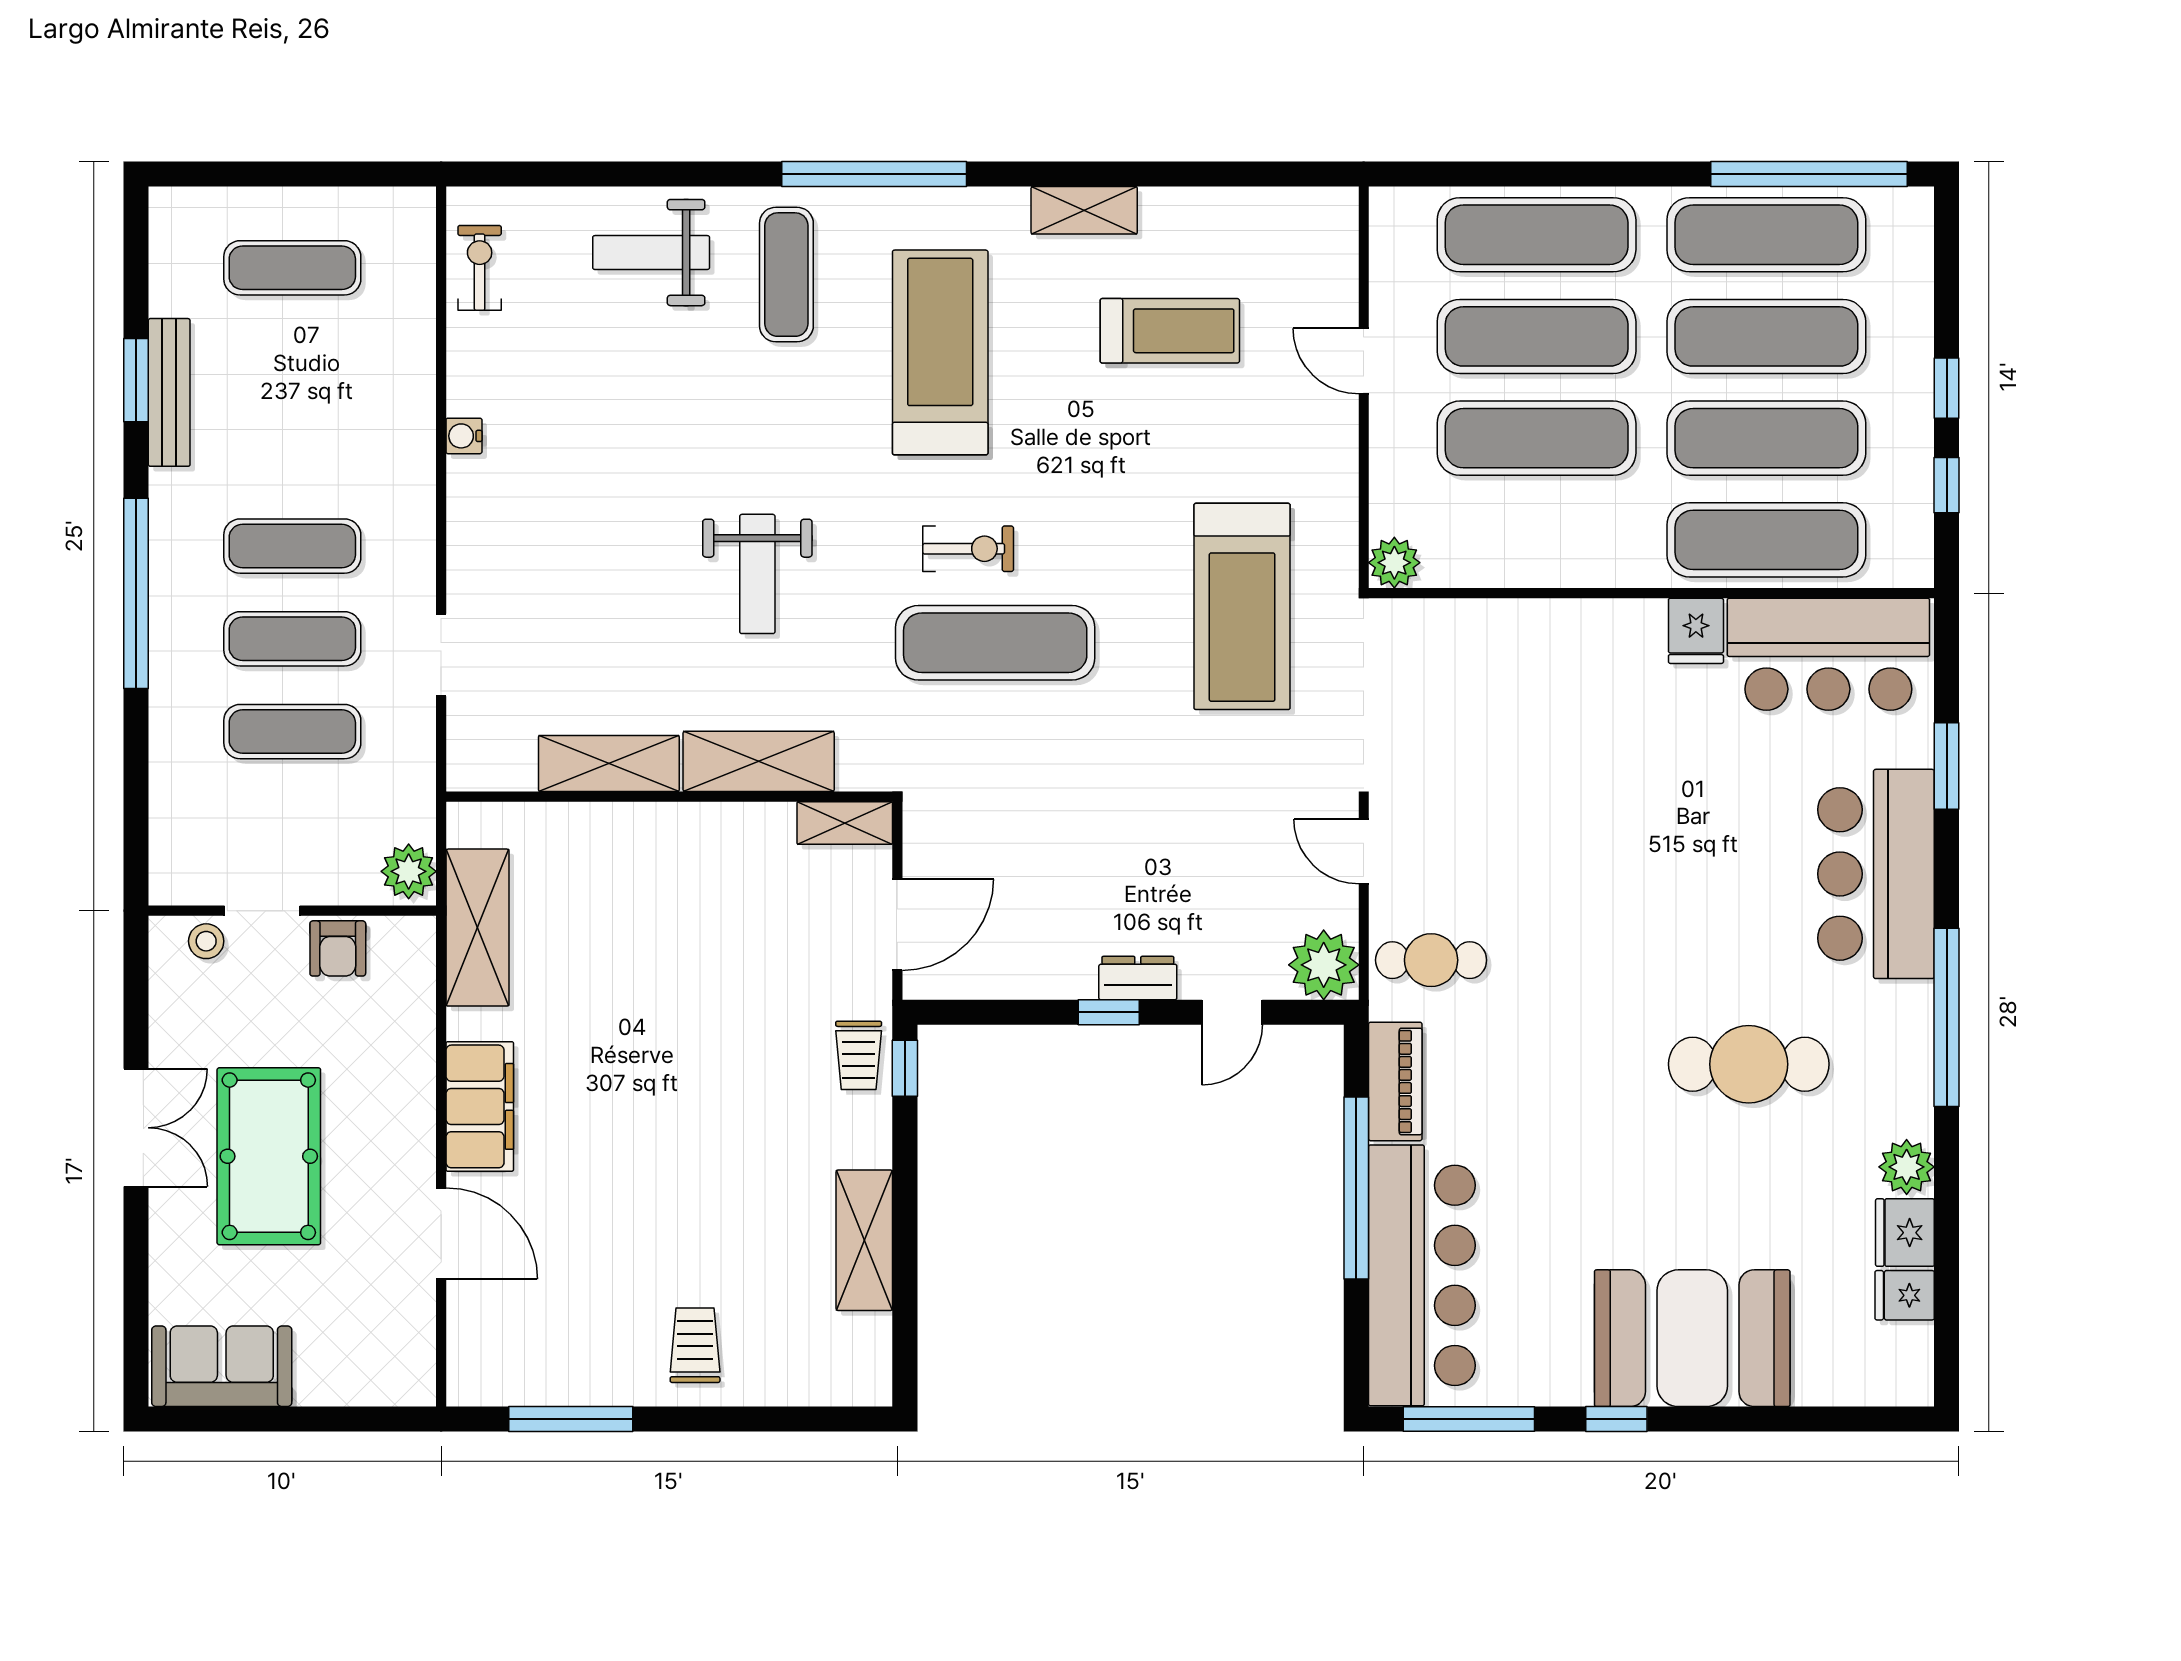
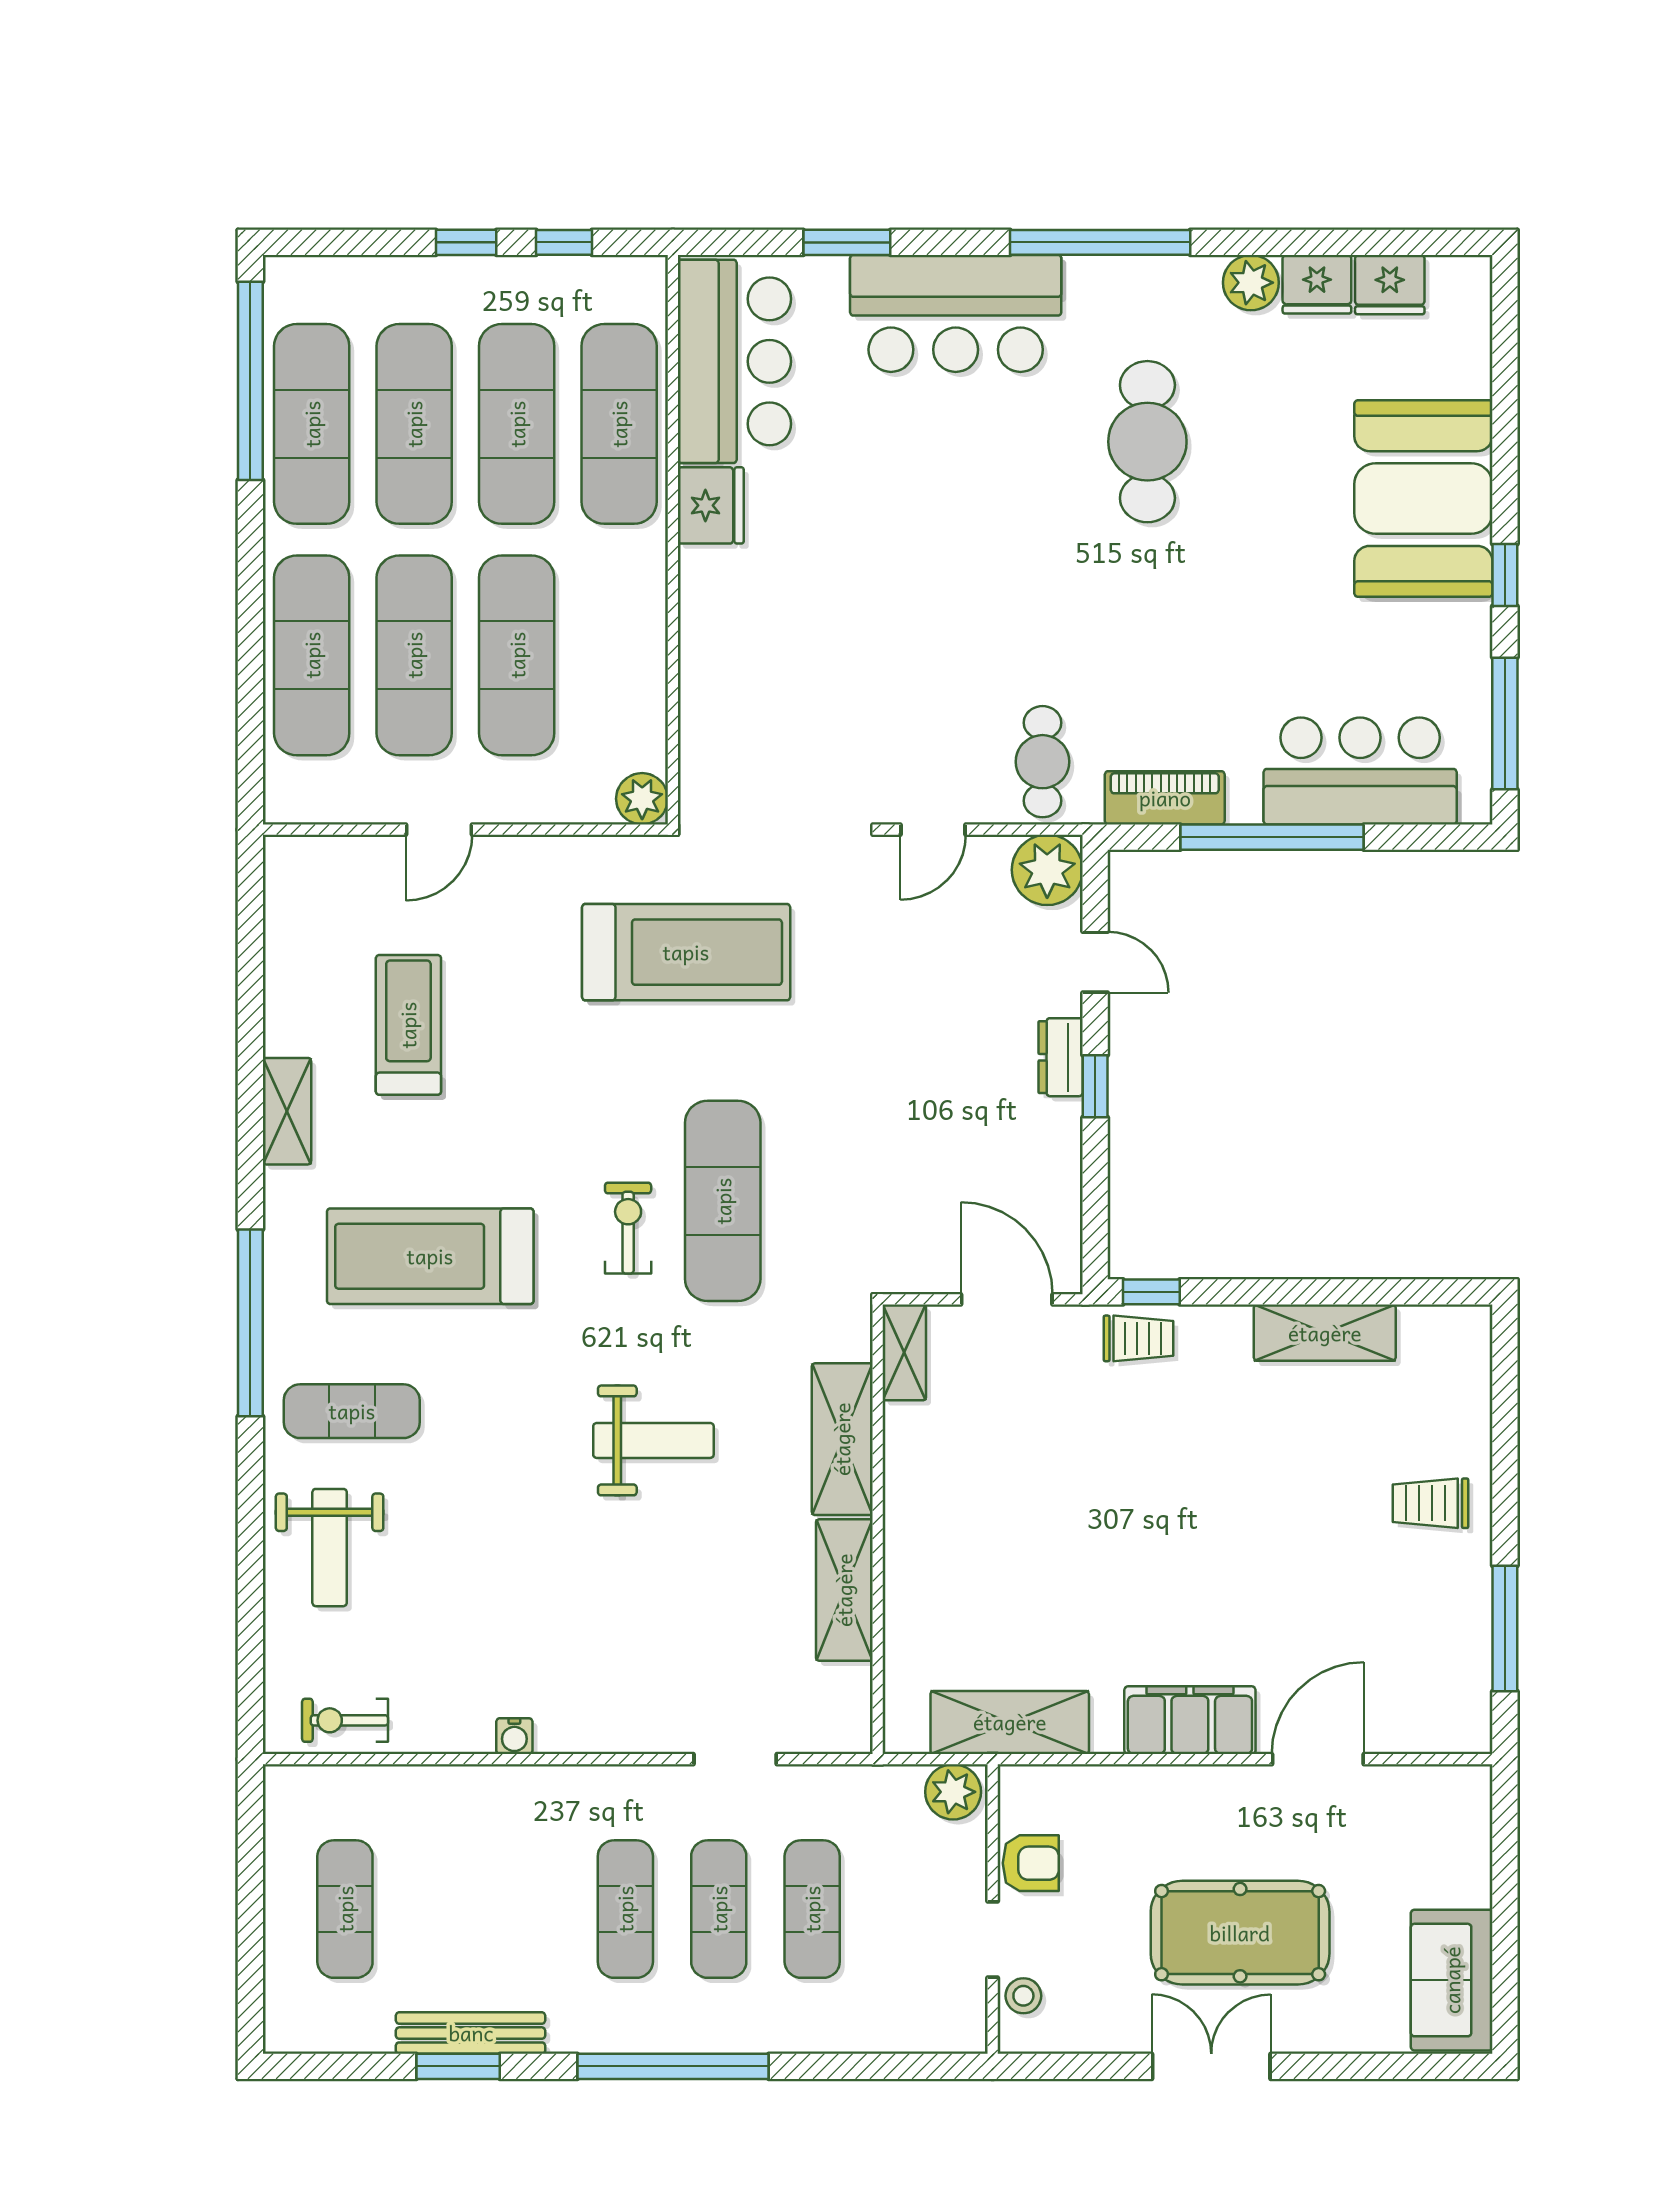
fridge: (1696, 631) -> (711, 505), width x1.38
bar counter: (1422, 1275) -> (1360, 771), width x0.73
fridge: (1905, 1295) -> (1390, 285), width x1.38

